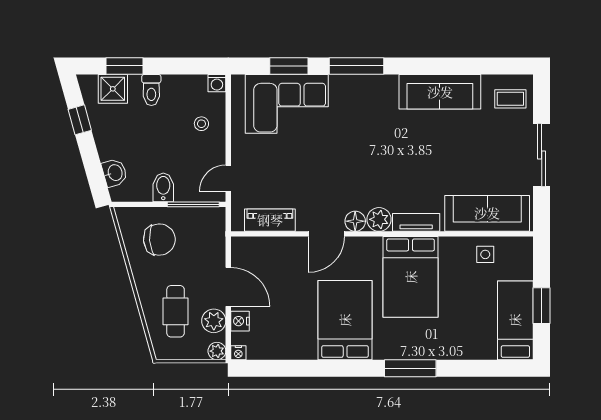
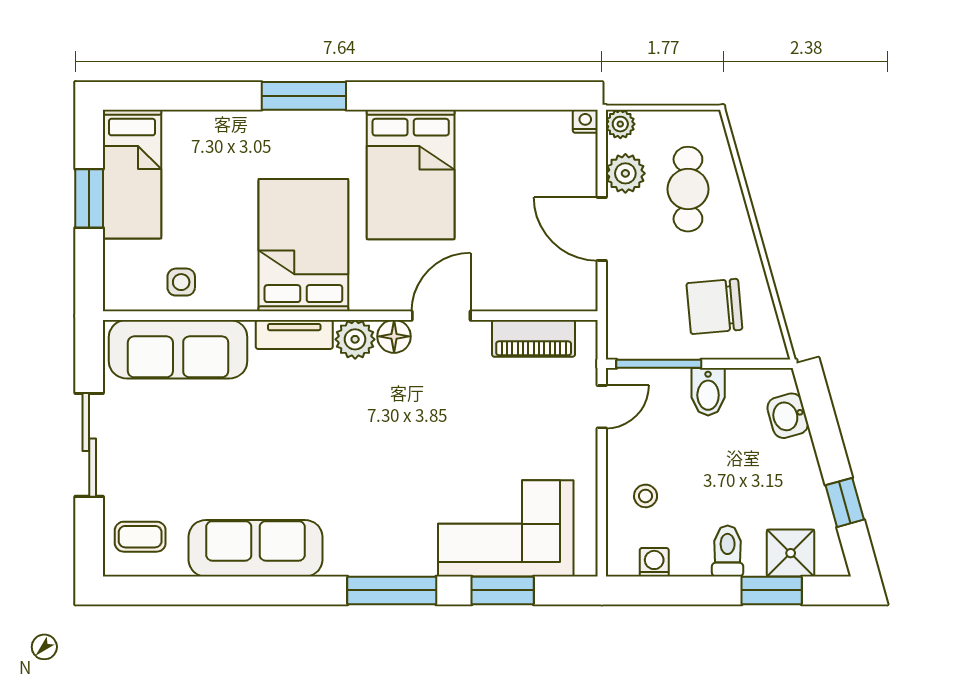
washing machine: (217, 83) -> (654, 562), moved
nightstand: (240, 321) -> (582, 173), removed

